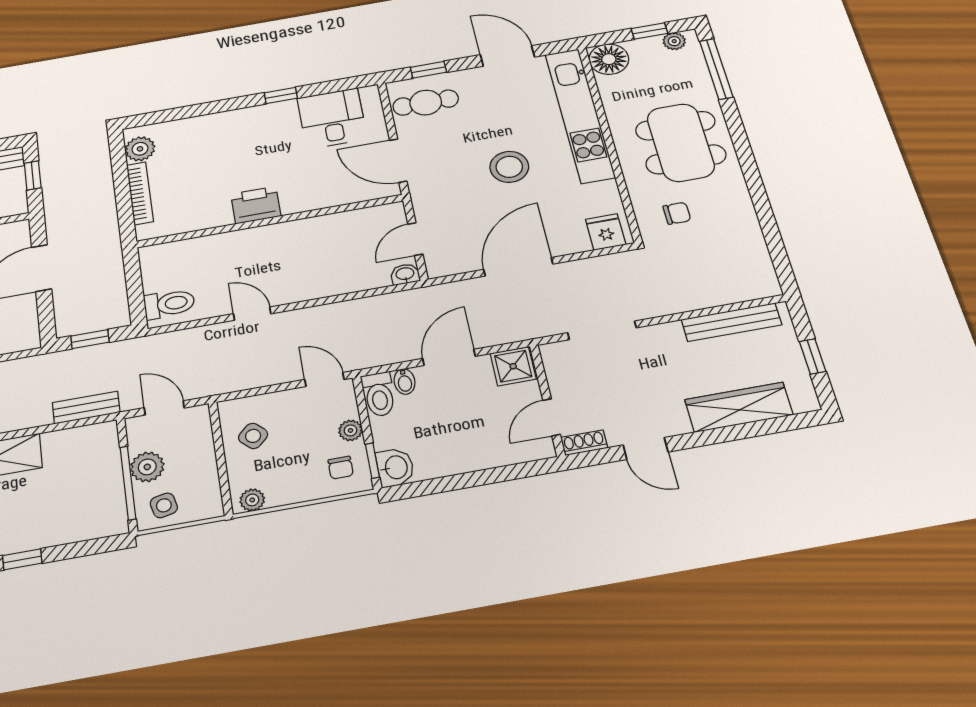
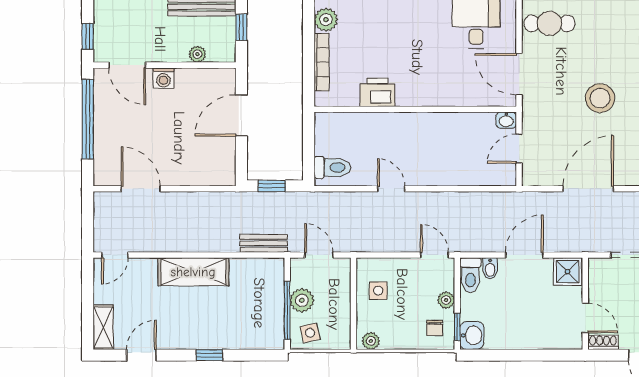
printer: (256, 205) -> (377, 92), moved
washbasin: (405, 274) -> (506, 120), moved, turned 180
door: (552, 417) -> (585, 318), swing flipped
side table: (253, 436) -> (378, 291), turned 45

